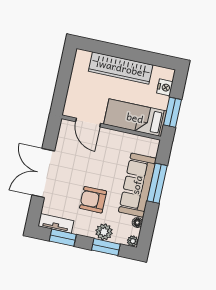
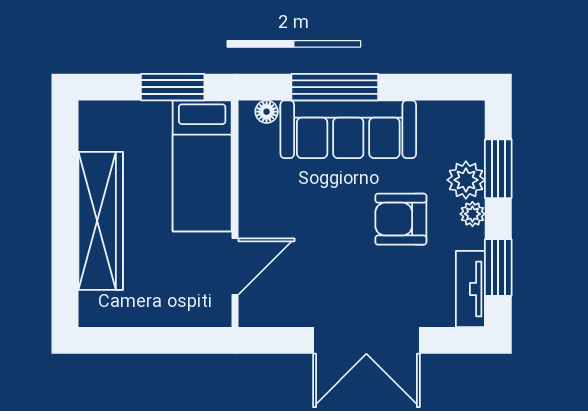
nightstand: (165, 87) -> (122, 116), removed
armchair: (93, 200) -> (401, 219), turned 90
floor lamp: (137, 223) -> (267, 112), moved
plant: (133, 241) -> (472, 214), moved

